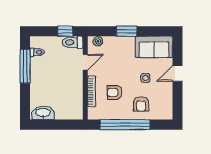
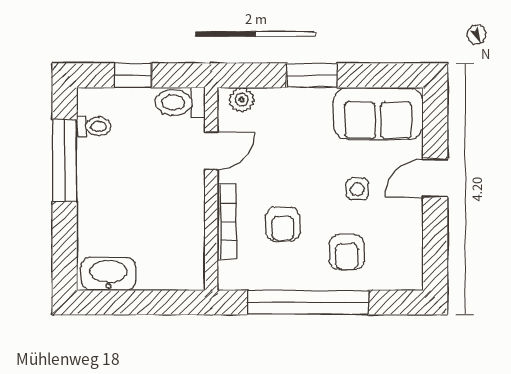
window: (65, 31) -> (133, 75), moved
armchair: (115, 92) -> (283, 224), turned -90

